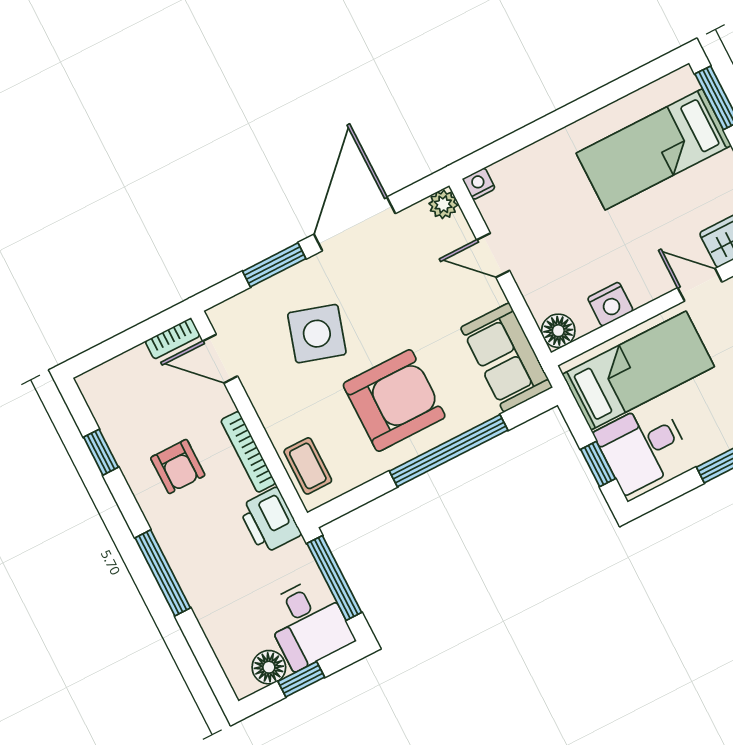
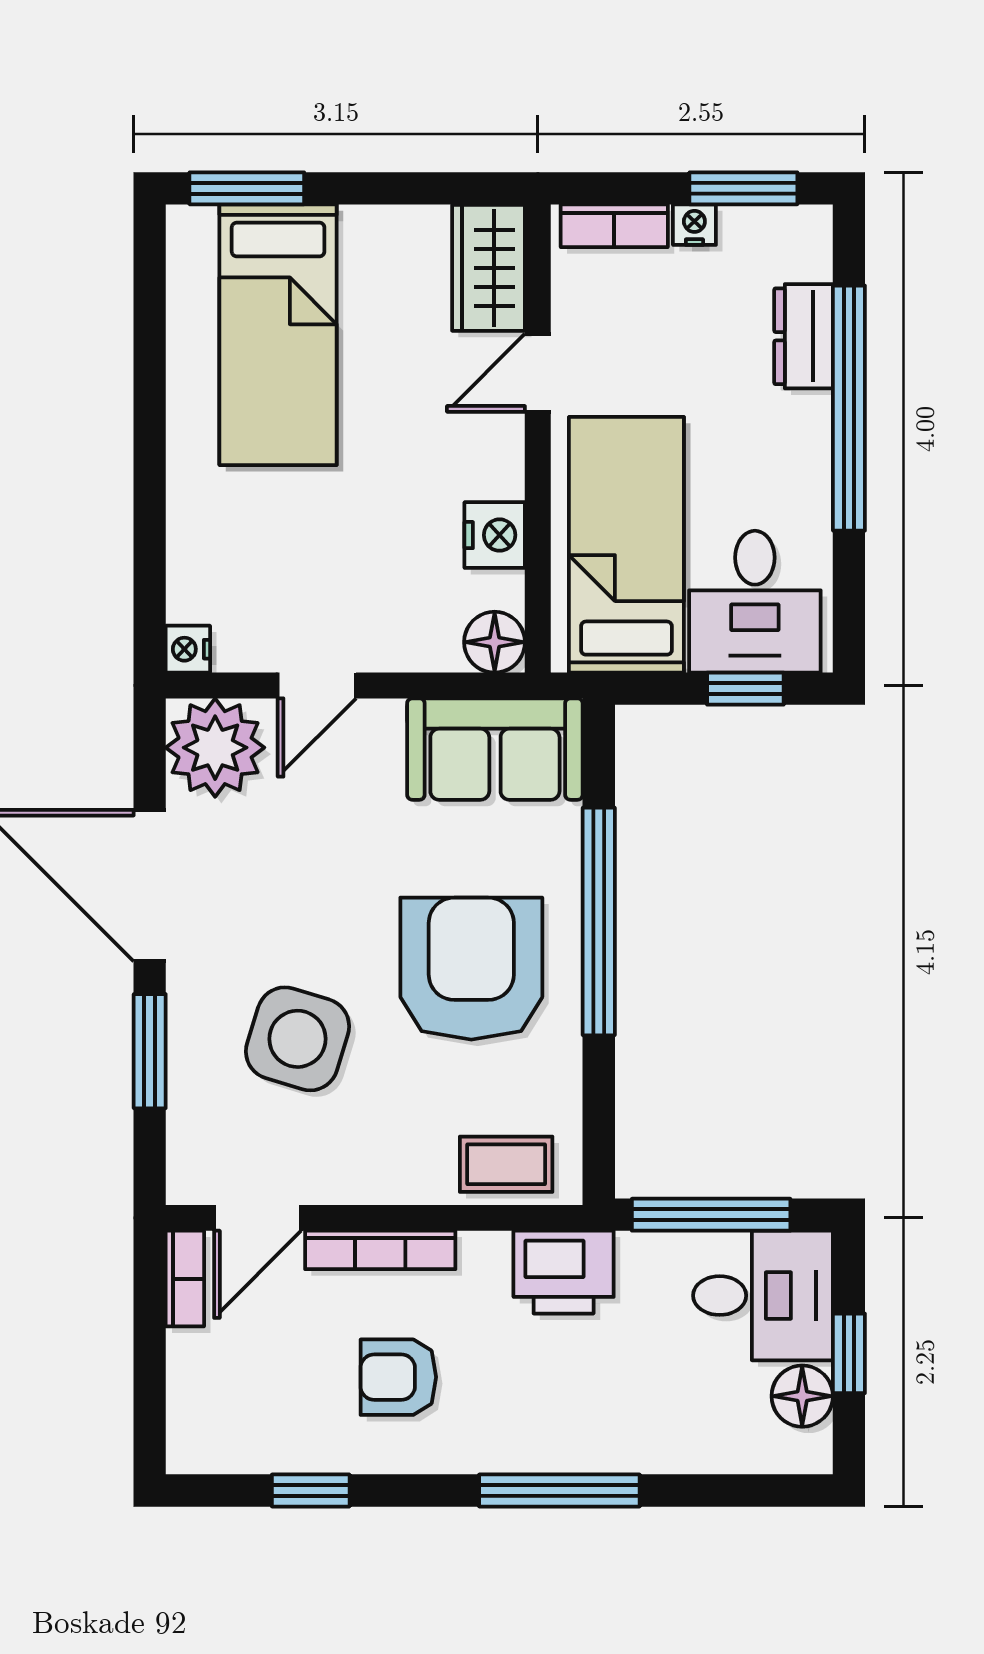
plant: (443, 204) -> (215, 748), width x1.87, depth x1.87
bookcase: (248, 452) -> (380, 1250), moved
armchair: (178, 467) -> (398, 1377), turned 180

